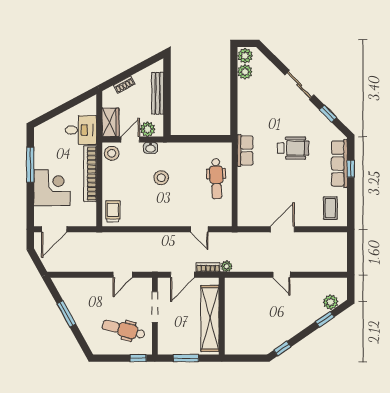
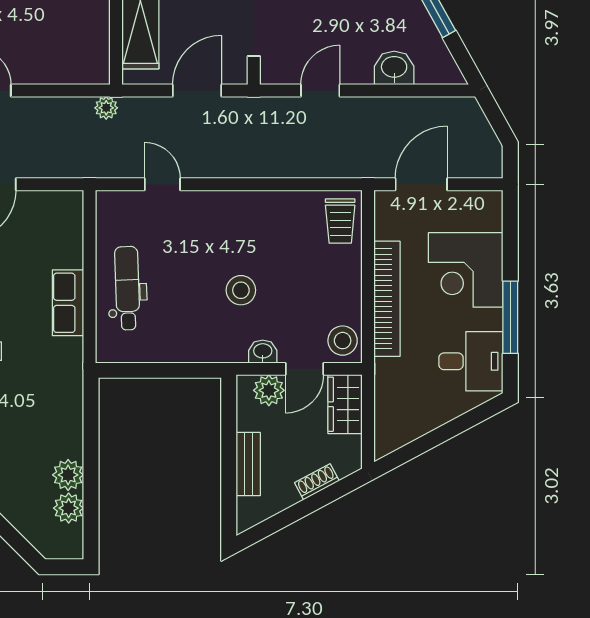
plant: (245, 56) -> (68, 475), moved
bench: (158, 93) -> (248, 464), width x0.73
desk: (81, 130) -> (471, 361), moved, turned 180
row of seats: (245, 150) -> (68, 303), moved
door: (54, 229) -> (421, 184), moved
bookcase: (208, 267) -> (144, 106), removed
washbasin: (87, 286) -> (394, 68), added

